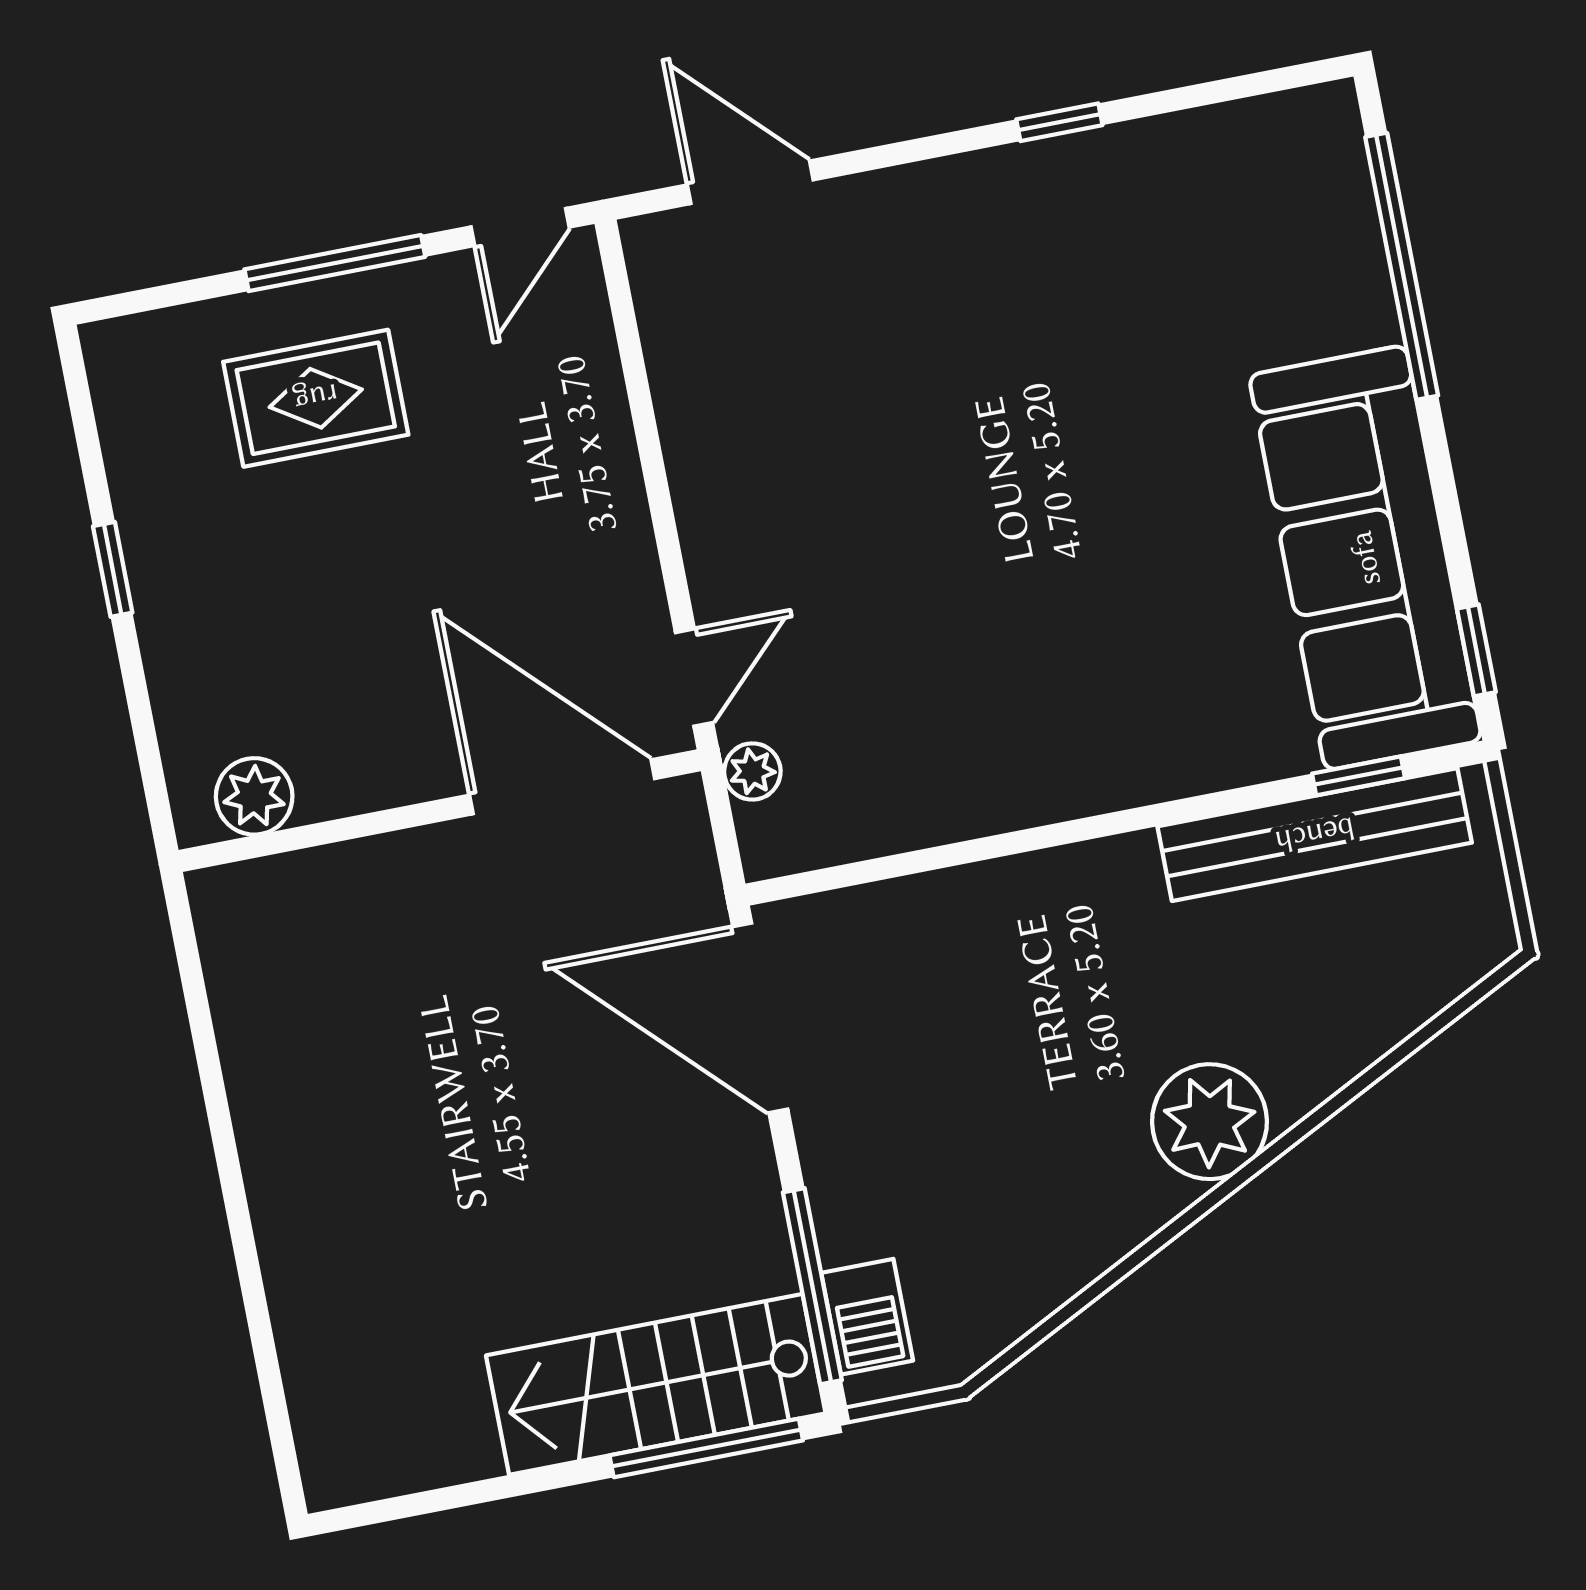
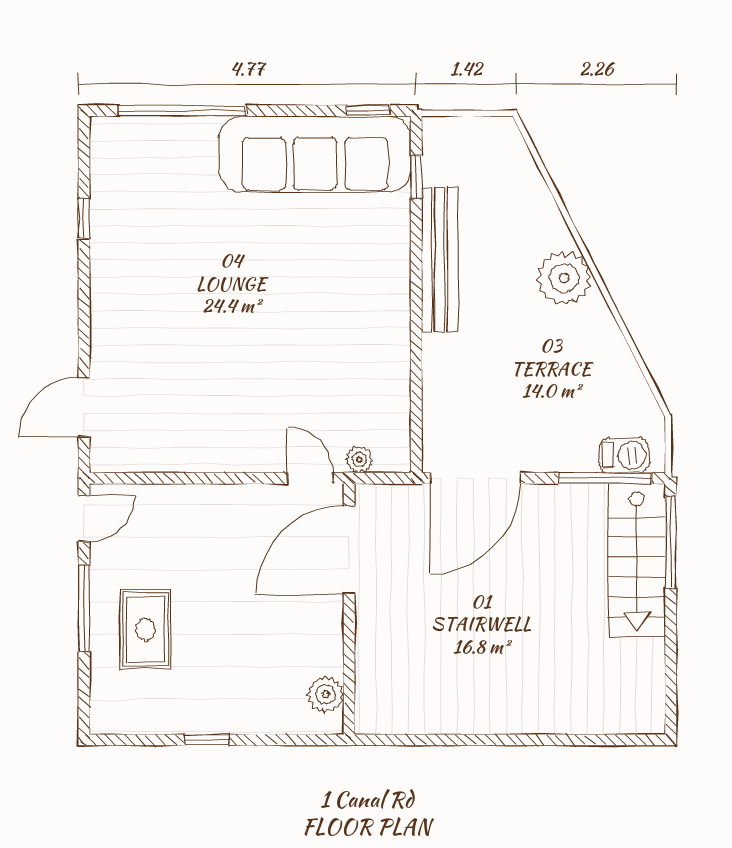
window: (1059, 122) -> (84, 218), moved
door: (520, 227) -> (84, 519), hinge flipped
bench: (1315, 835) -> (440, 260), moved

